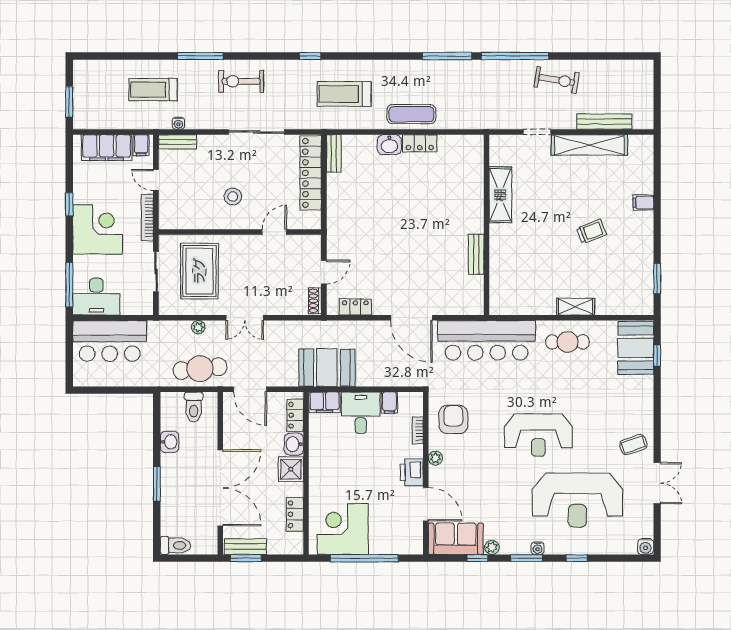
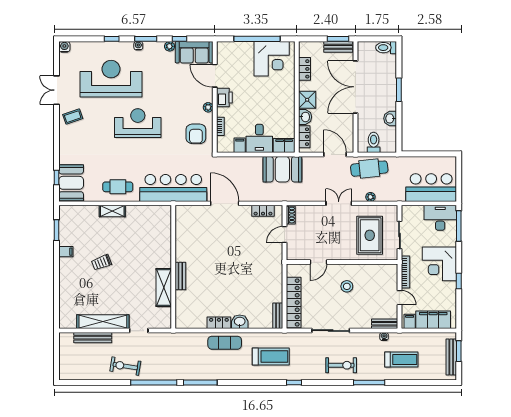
bench: (80, 93) -> (451, 357), added
filing cabinet: (643, 203) -> (66, 252), moved
bench: (476, 254) -> (180, 276), moved

